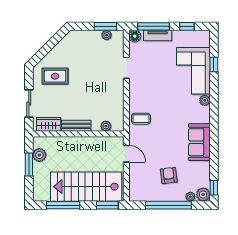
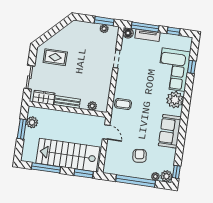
plant: (205, 100) -> (175, 100), width x1.88, depth x1.88

